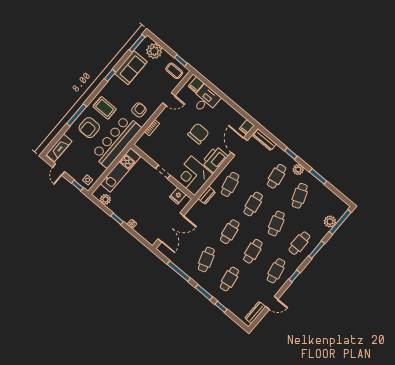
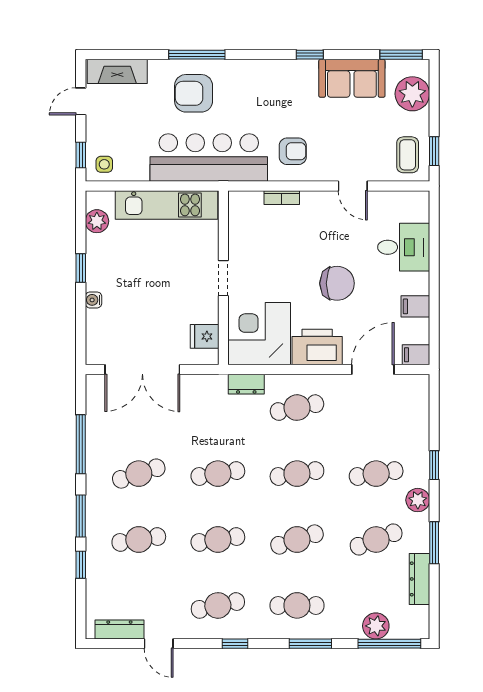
filing cabinet: (196, 85) -> (415, 306), moved
rug: (105, 108) -> (248, 91), removed
dresser: (264, 140) -> (420, 579), moved

